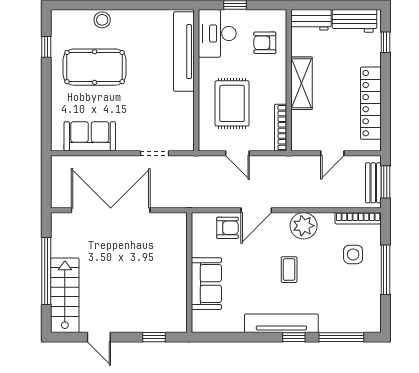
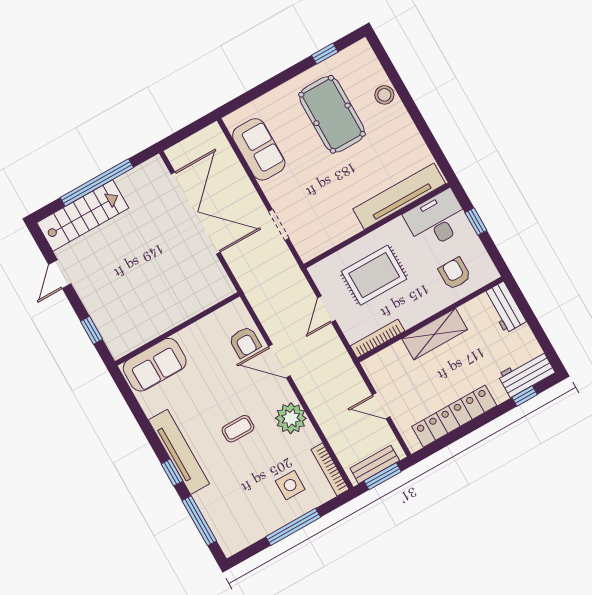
workbench: (355, 21) -> (526, 374), moved, turned 90
sofa: (206, 284) -> (155, 365), moved

